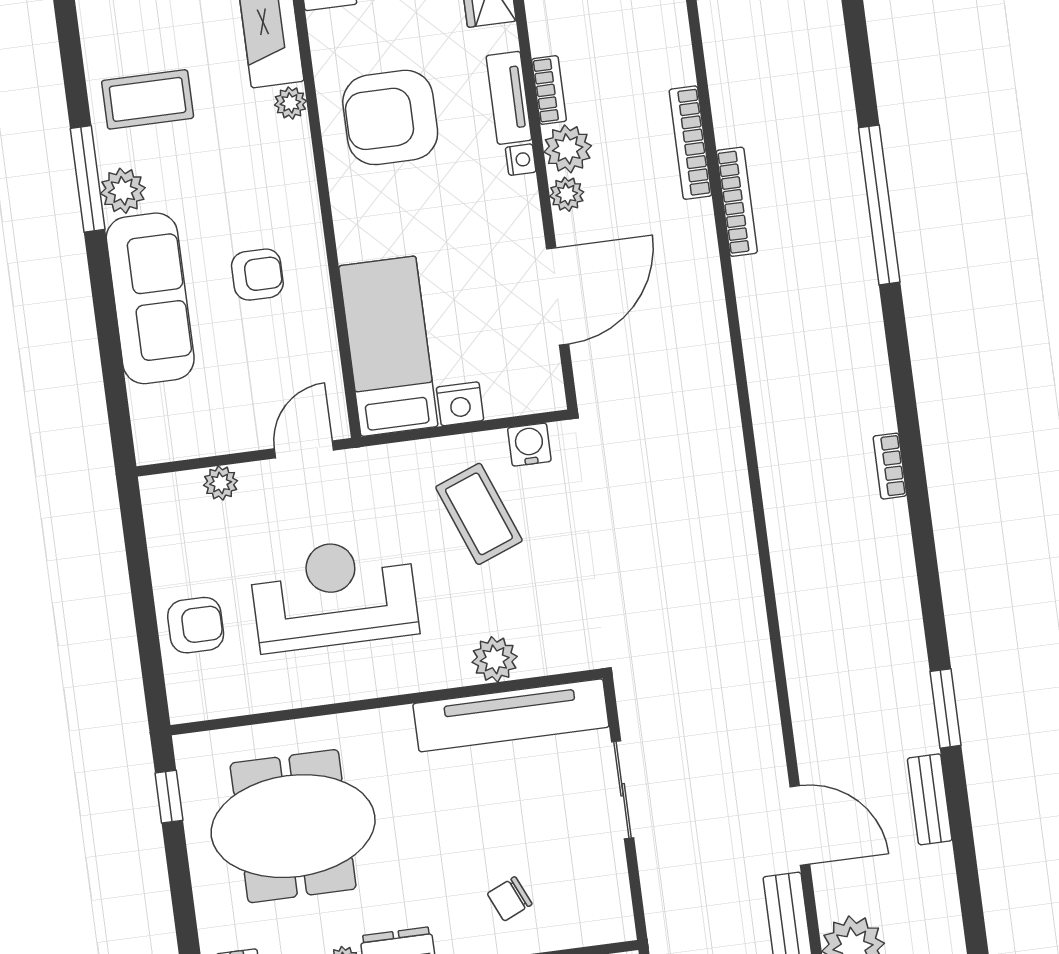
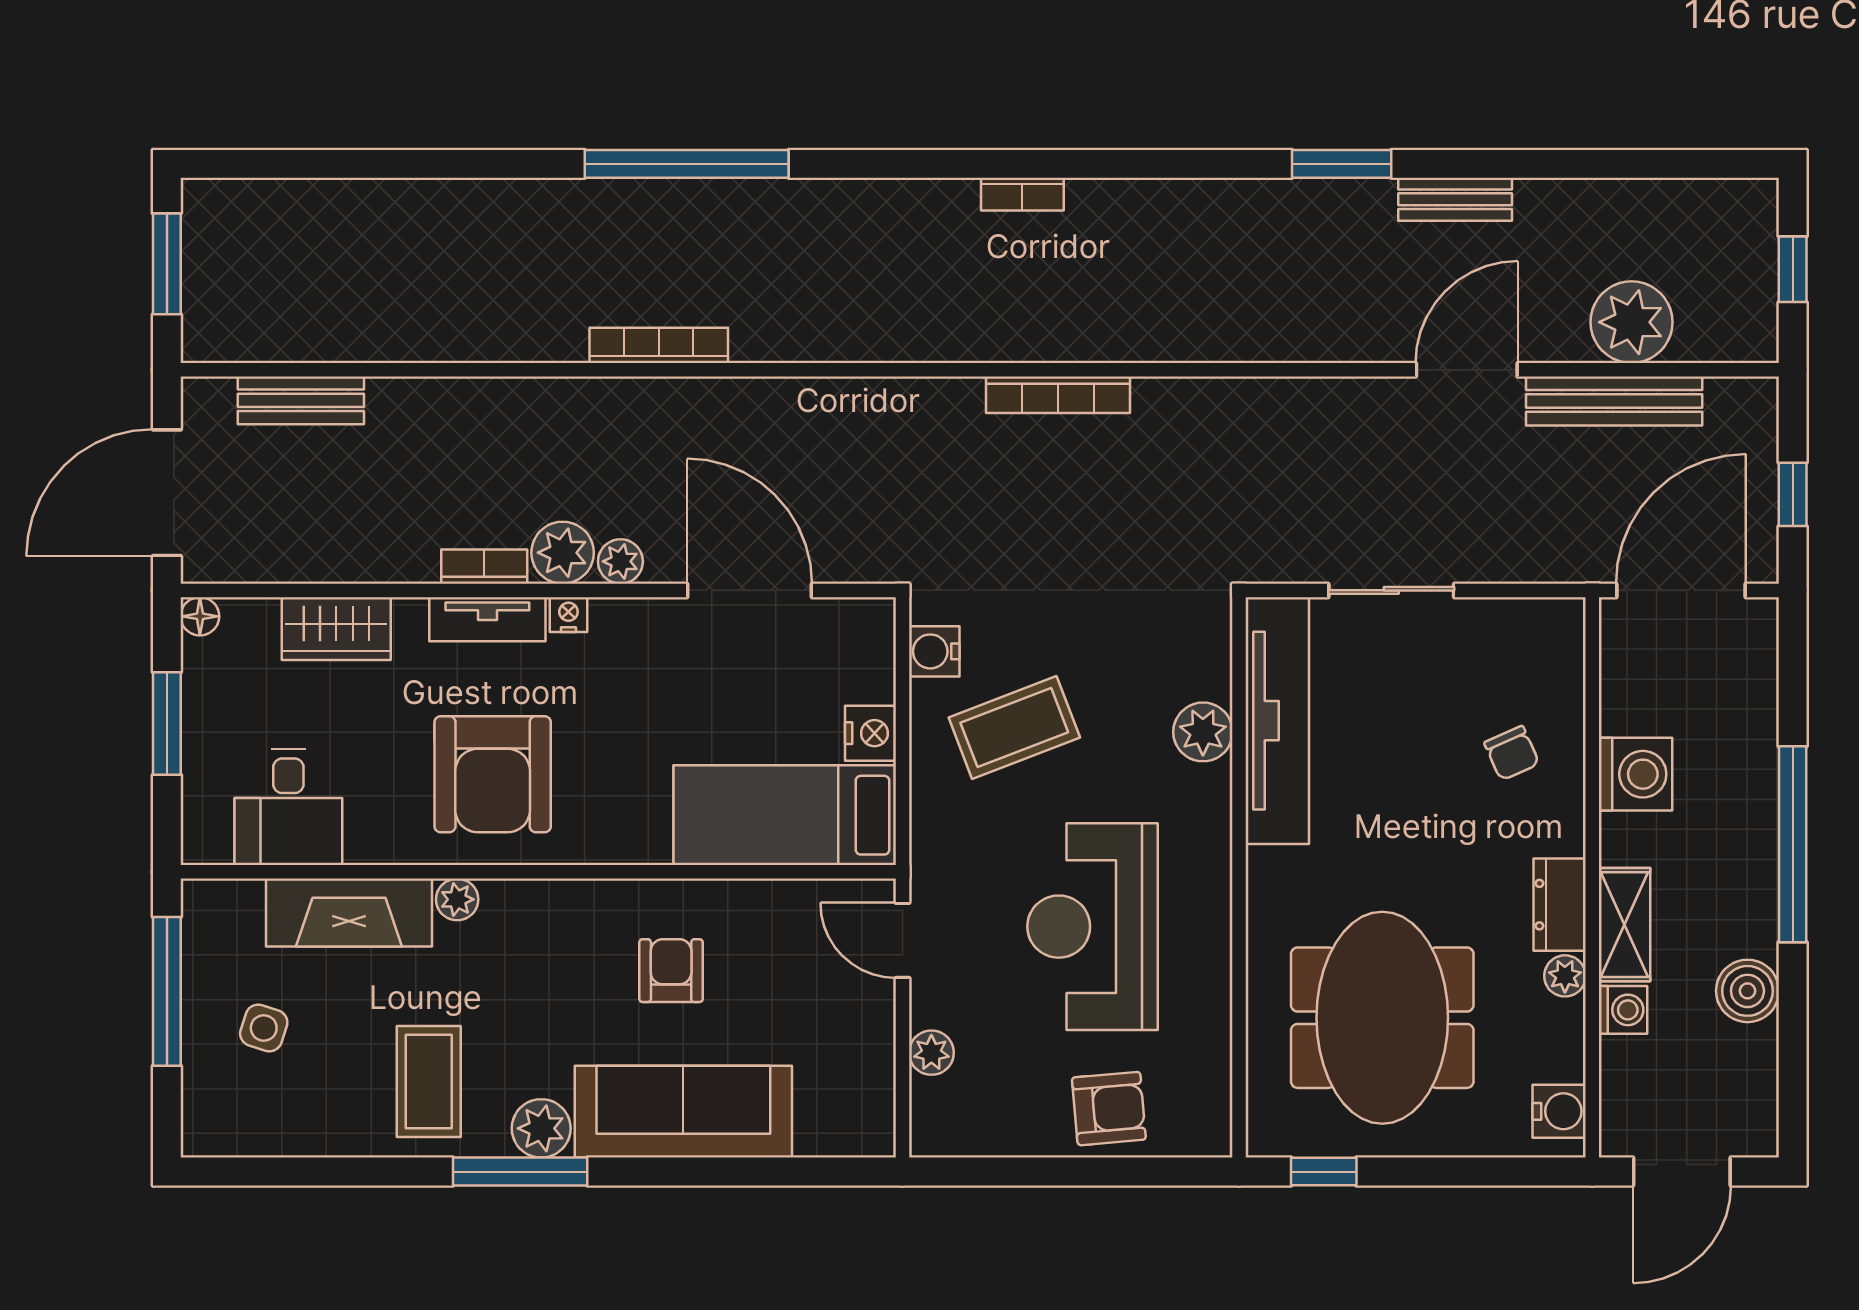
bookcase: (690, 143) -> (1058, 395), moved
armchair: (196, 625) -> (1109, 1109), turned 85

